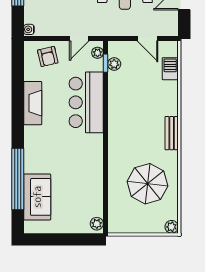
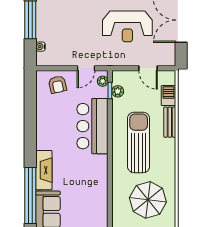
water cooler: (29, 29) -> (40, 47), moved
fireplace: (33, 103) -> (44, 170), moved
sun lounger: (137, 120) -> (139, 142), added
bench: (172, 133) -> (170, 122), moved

